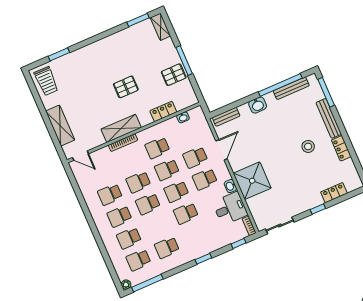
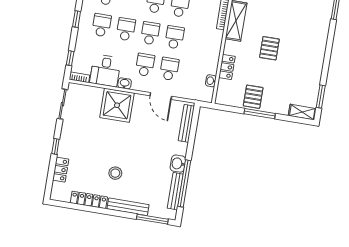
washbasin: (258, 105) -> (178, 164), moved
bench: (226, 117) -> (186, 123), width x1.36
school desk: (157, 148) -> (102, 25), moved
locker: (341, 148) -> (89, 200), width x1.53

